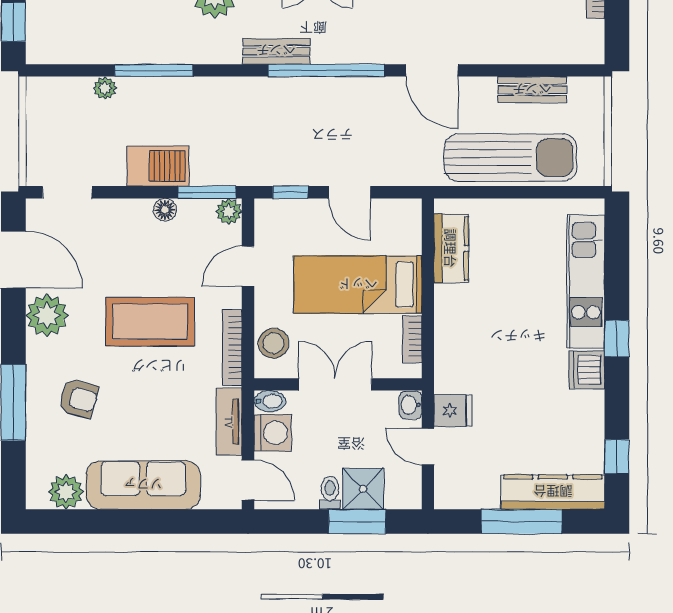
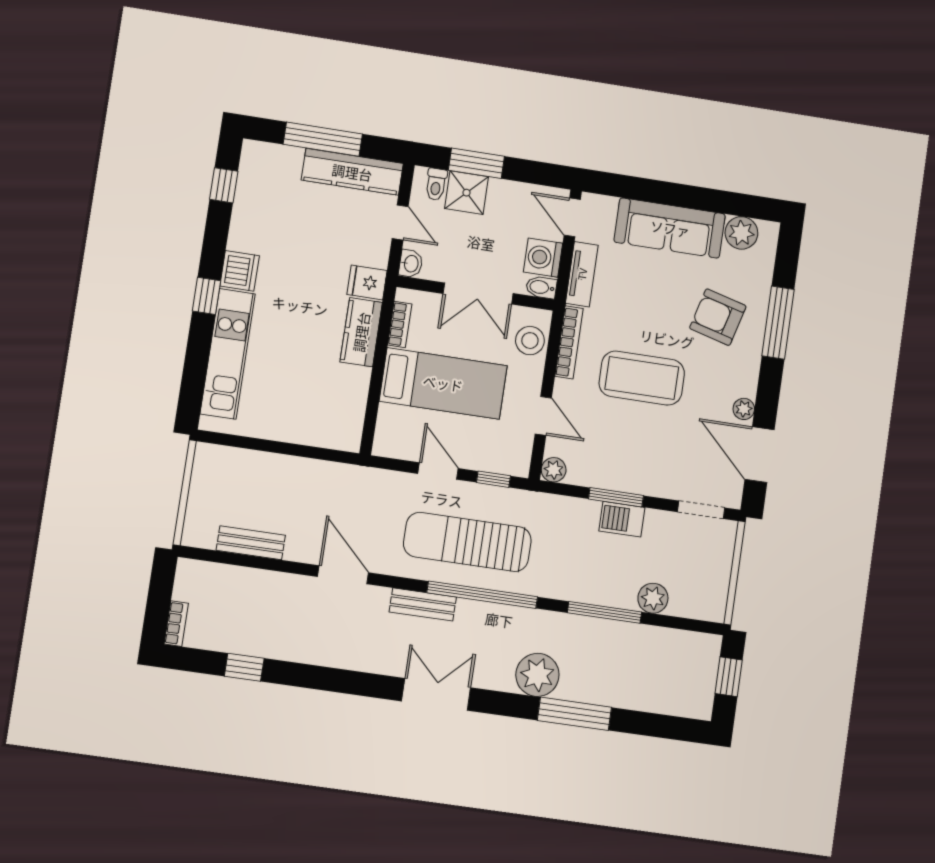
bench: (276, 51) -> (423, 604), moved
window: (326, 70) -> (482, 595), moved
plant: (105, 88) -> (653, 598), width x1.38, depth x1.38
sun lounger: (510, 158) -> (467, 542), moved
barbecue: (158, 166) -> (622, 519), width x0.73, depth x0.79
window: (207, 192) -> (616, 497), moved
floor lamp: (165, 210) -> (613, 480), removed
kitchen counter: (451, 248) -> (361, 332), moved
door: (248, 266) -> (543, 416), hinge flipped
plant: (47, 315) -> (744, 409), width x0.53, depth x0.53
armchair: (78, 398) -> (718, 317), width x1.38, depth x1.38
fridge: (453, 411) -> (367, 283), moved
kitchen counter: (553, 492) -> (352, 172), moved
toilet: (330, 493) -> (436, 184), moved

